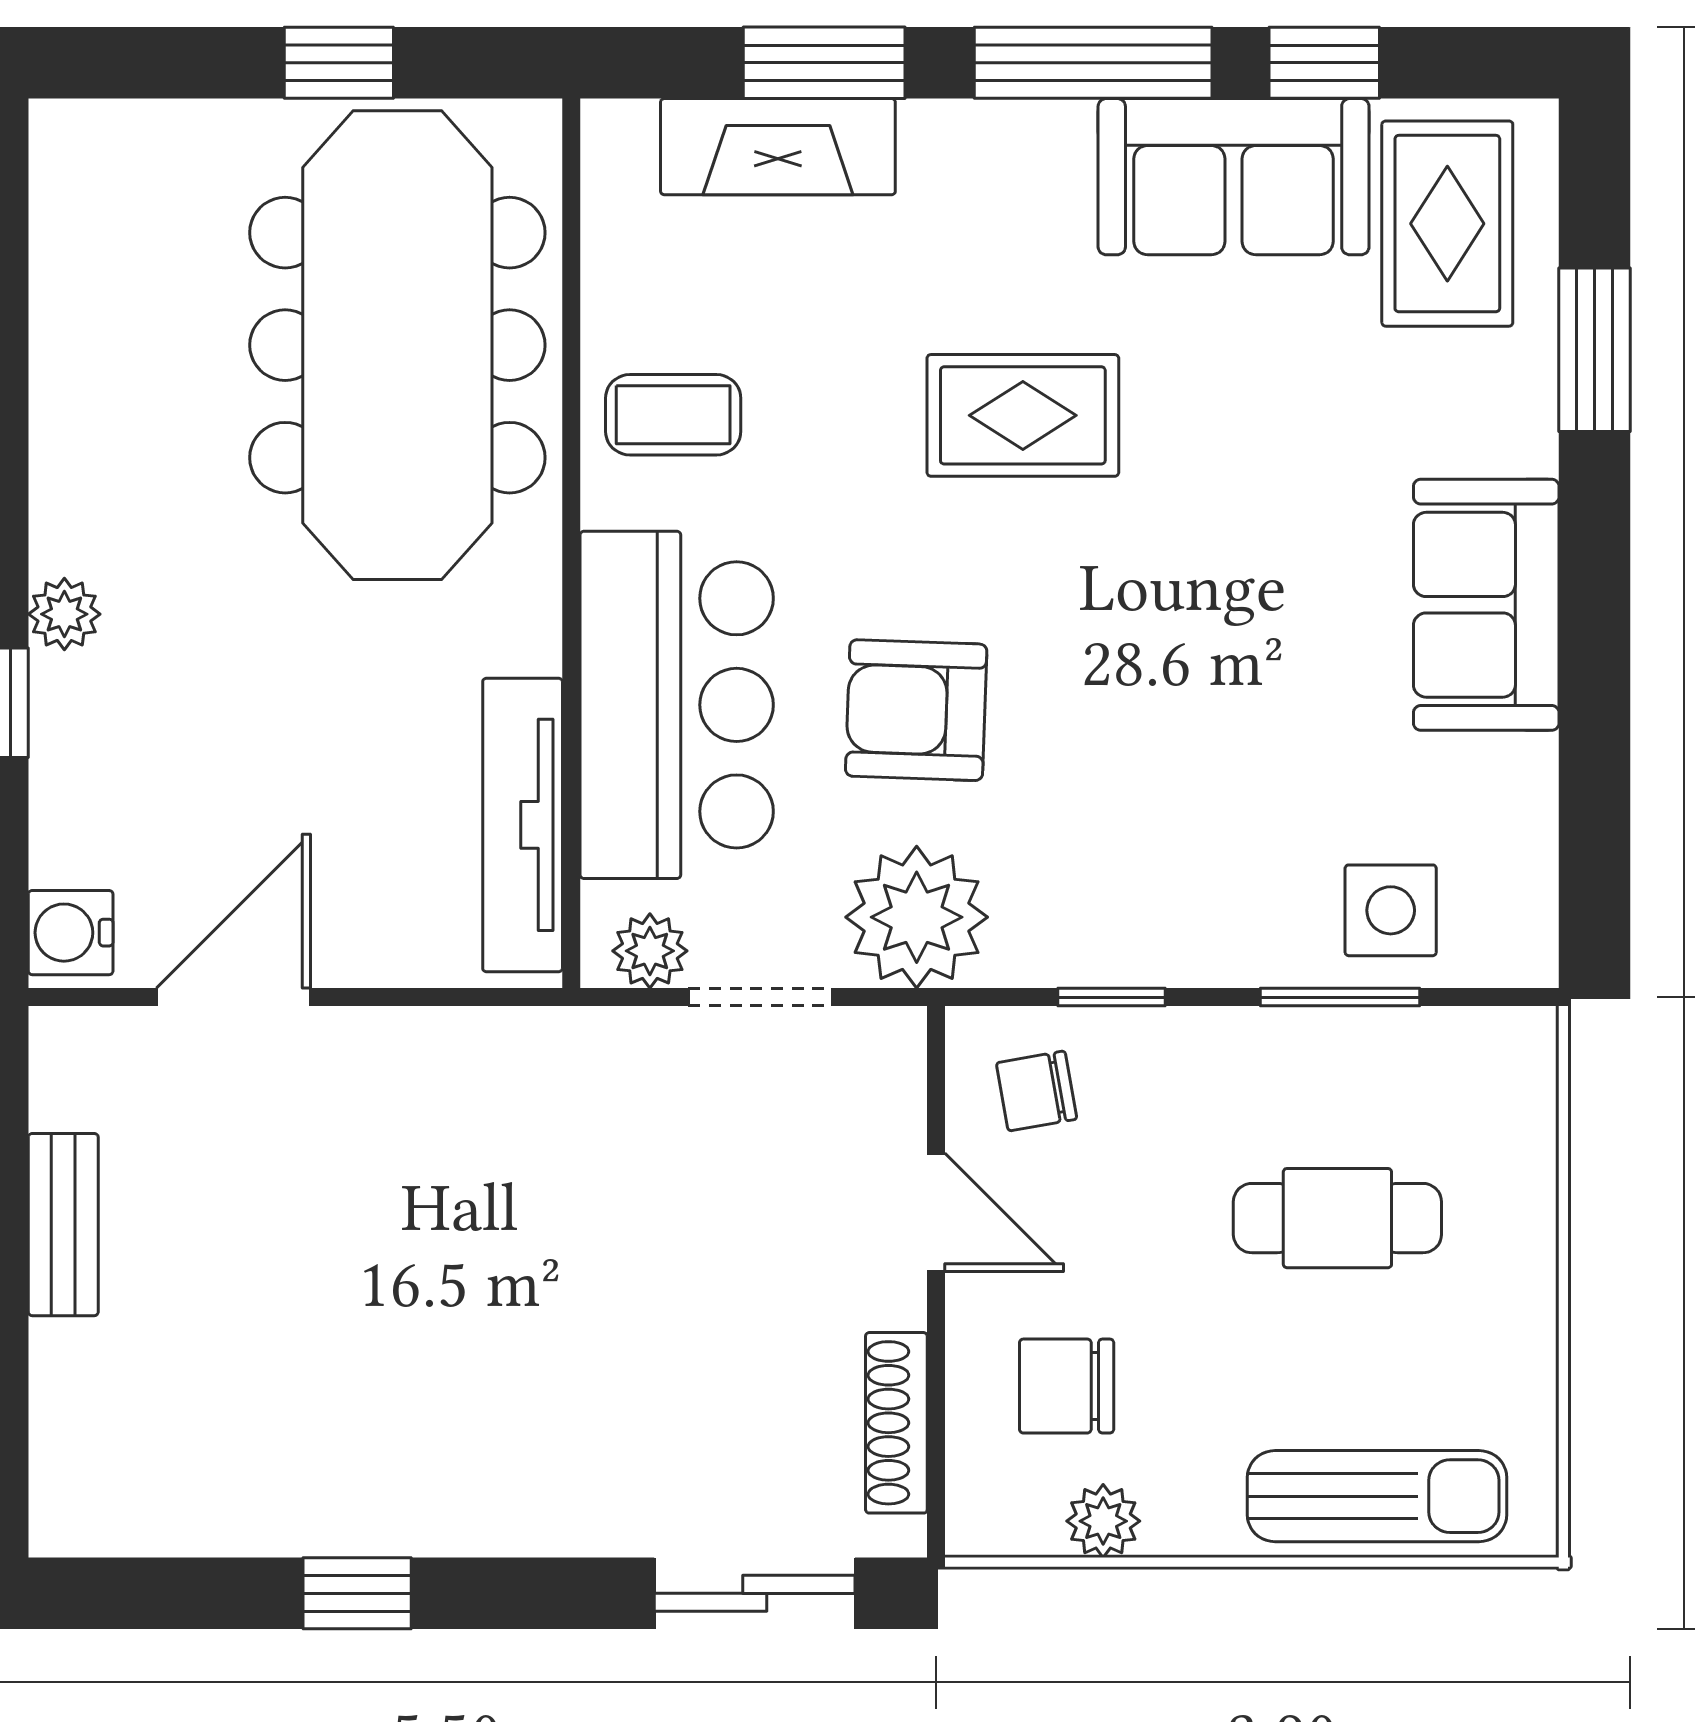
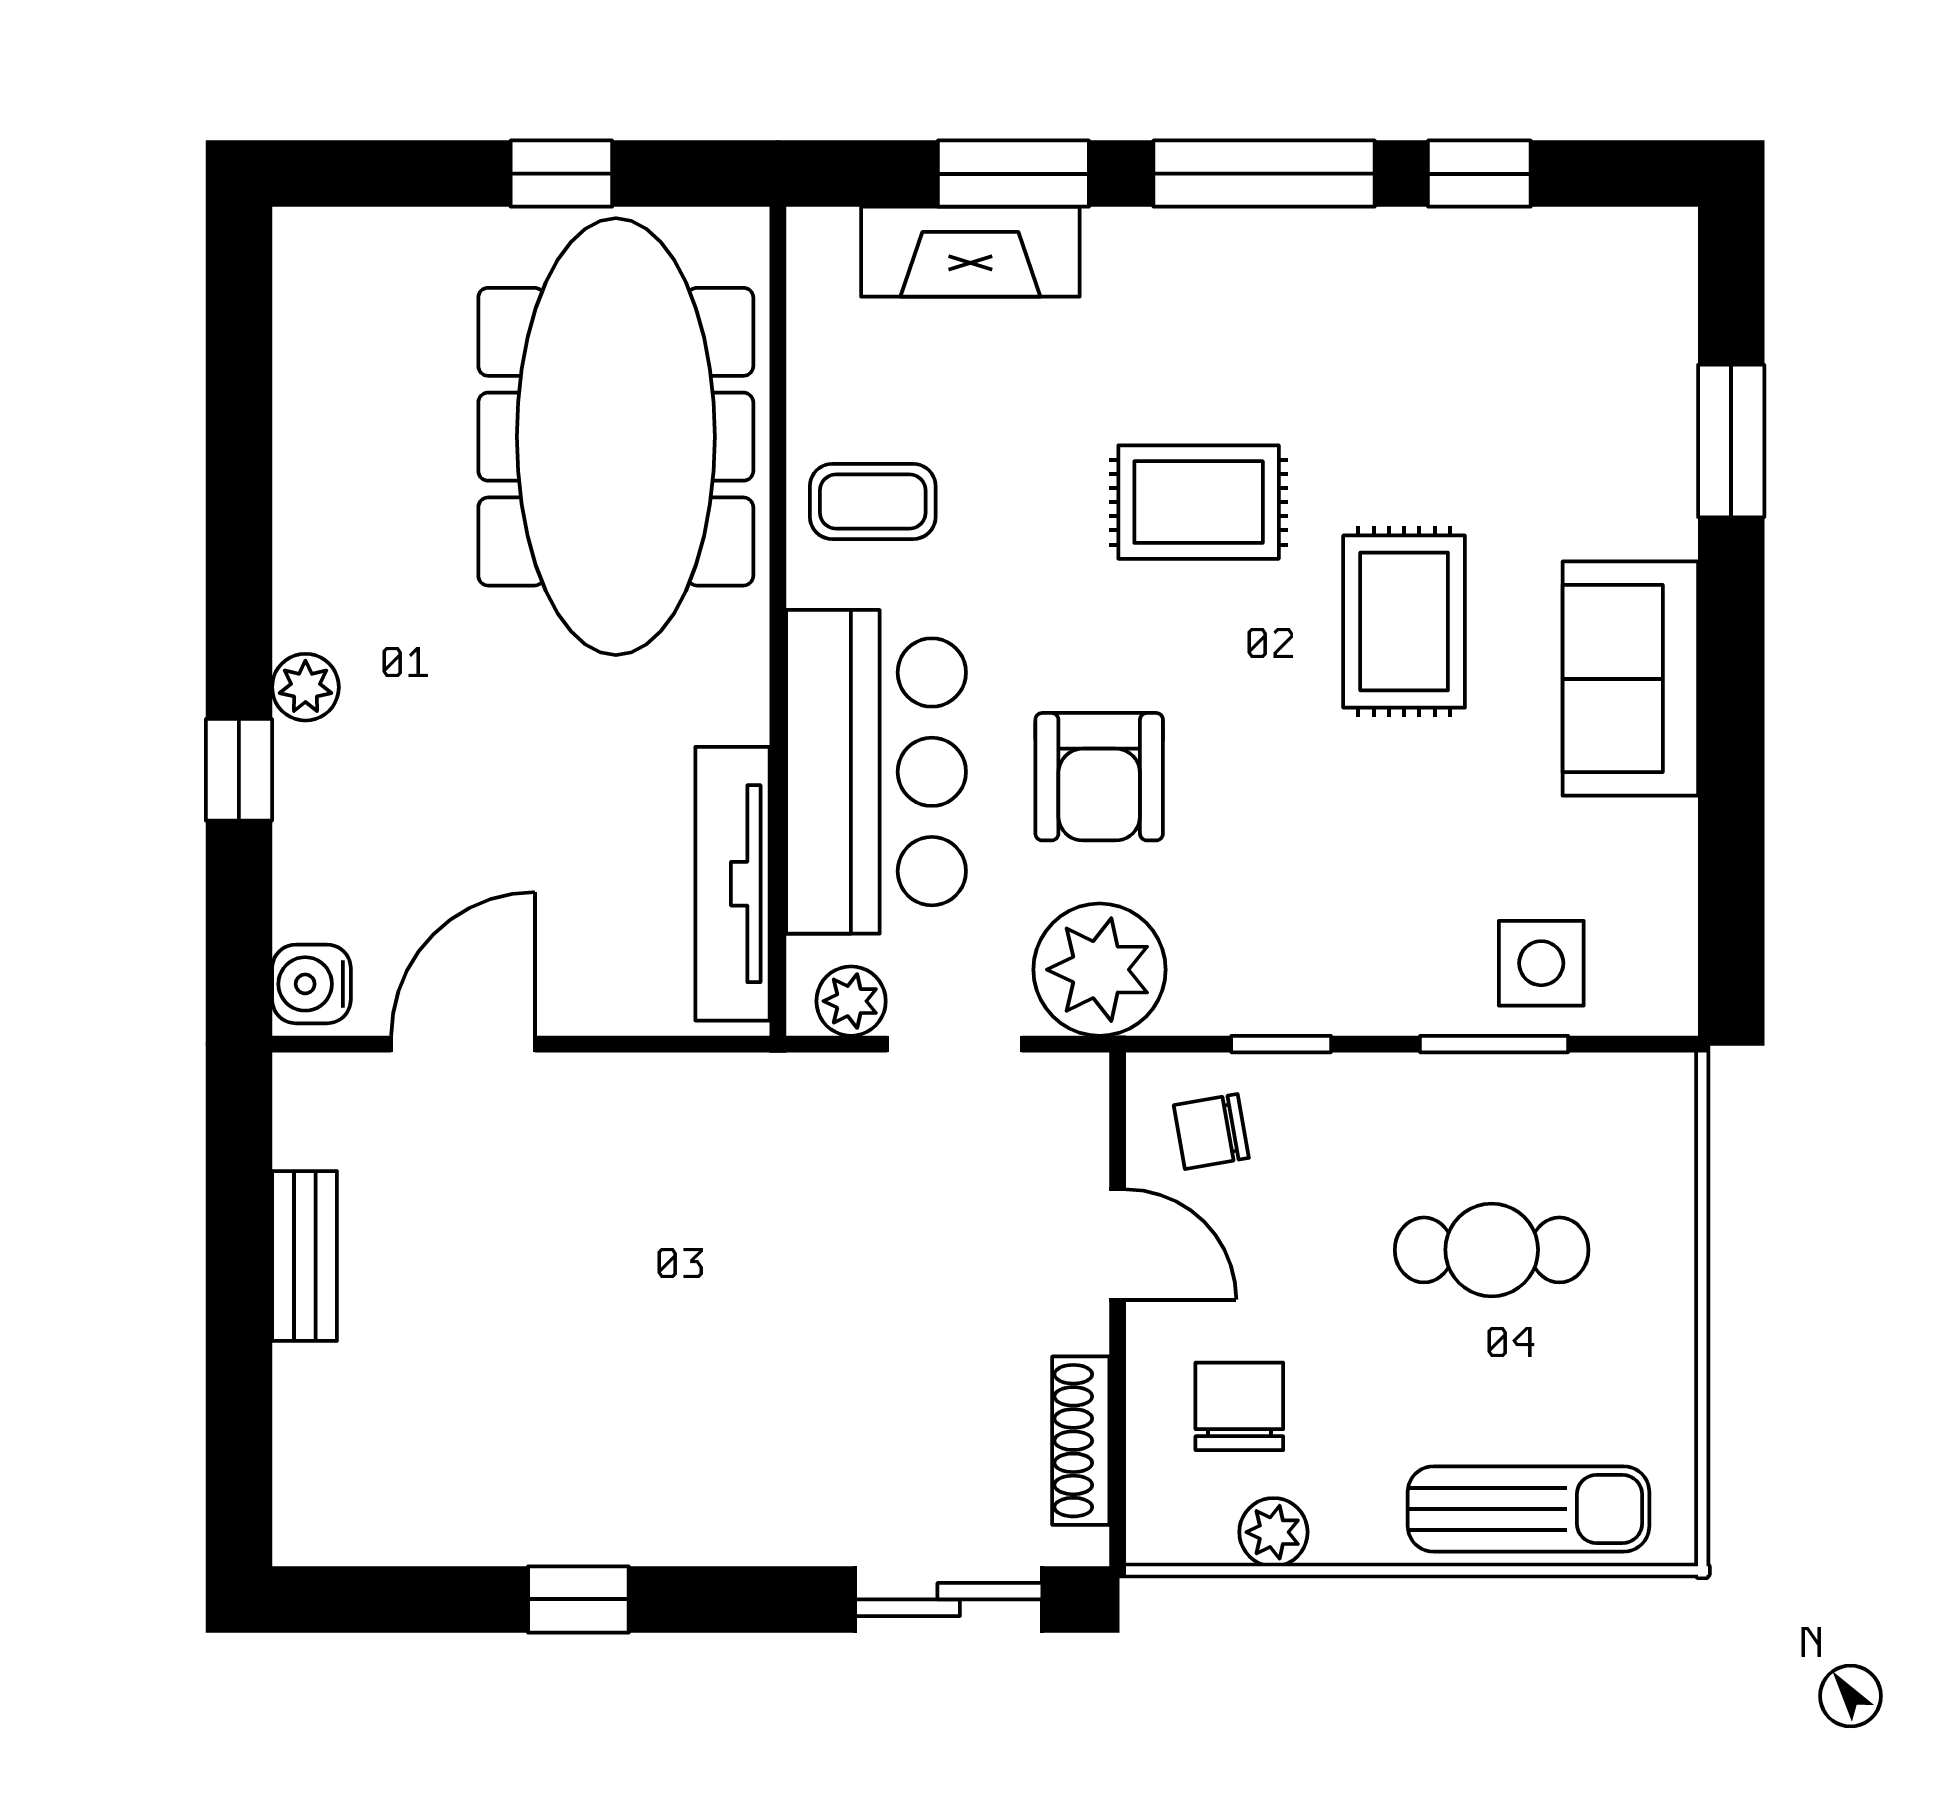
sofa: (1234, 177) -> (1395, 280), removed
rug: (1447, 224) -> (1404, 622), moved
armchair: (916, 710) -> (1099, 777), turned -92
chair: (1067, 1386) -> (1239, 1406), turned 90

